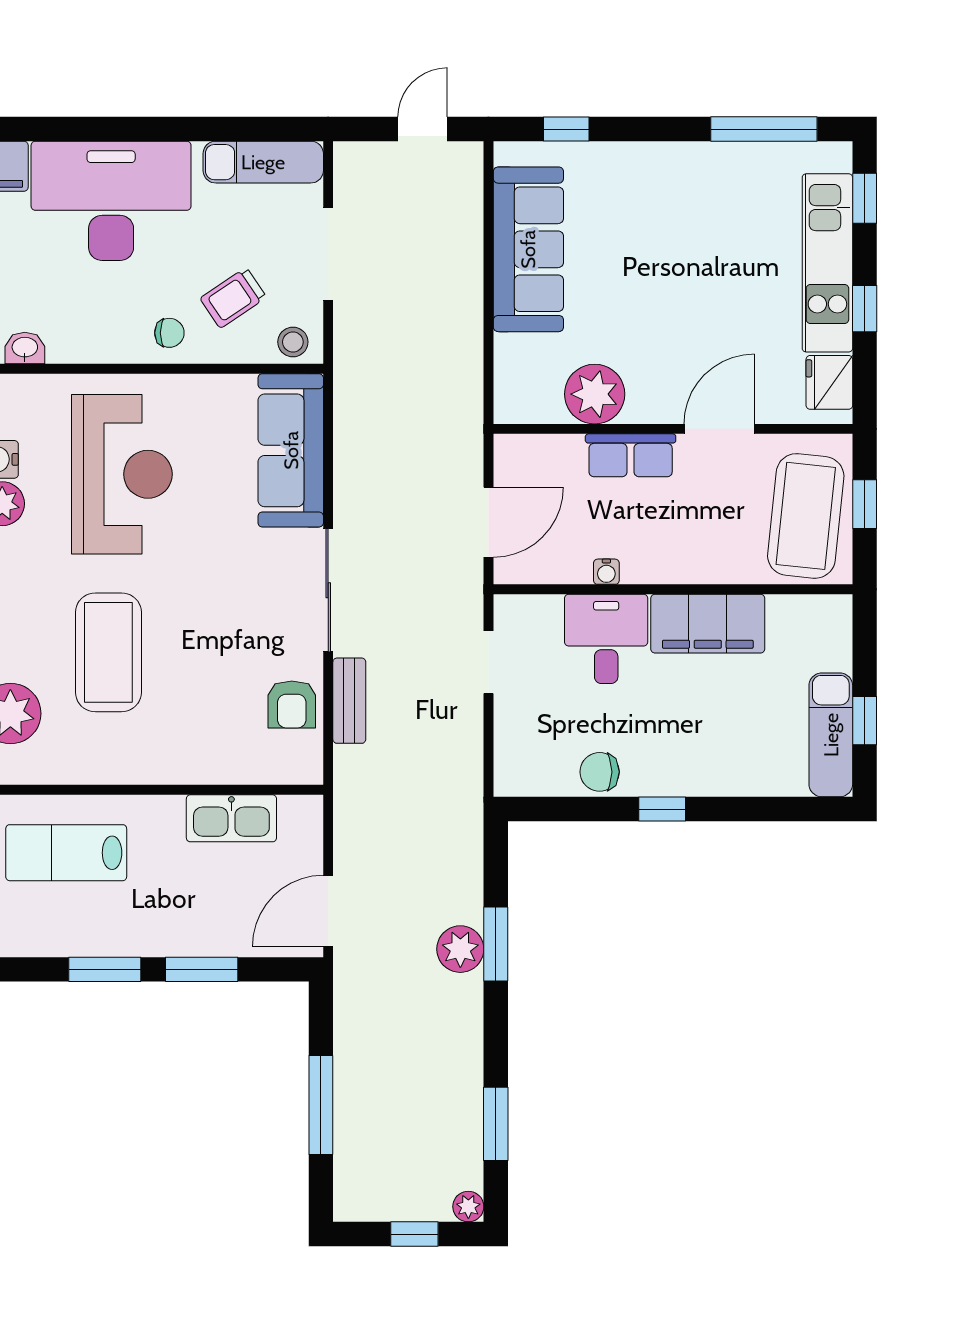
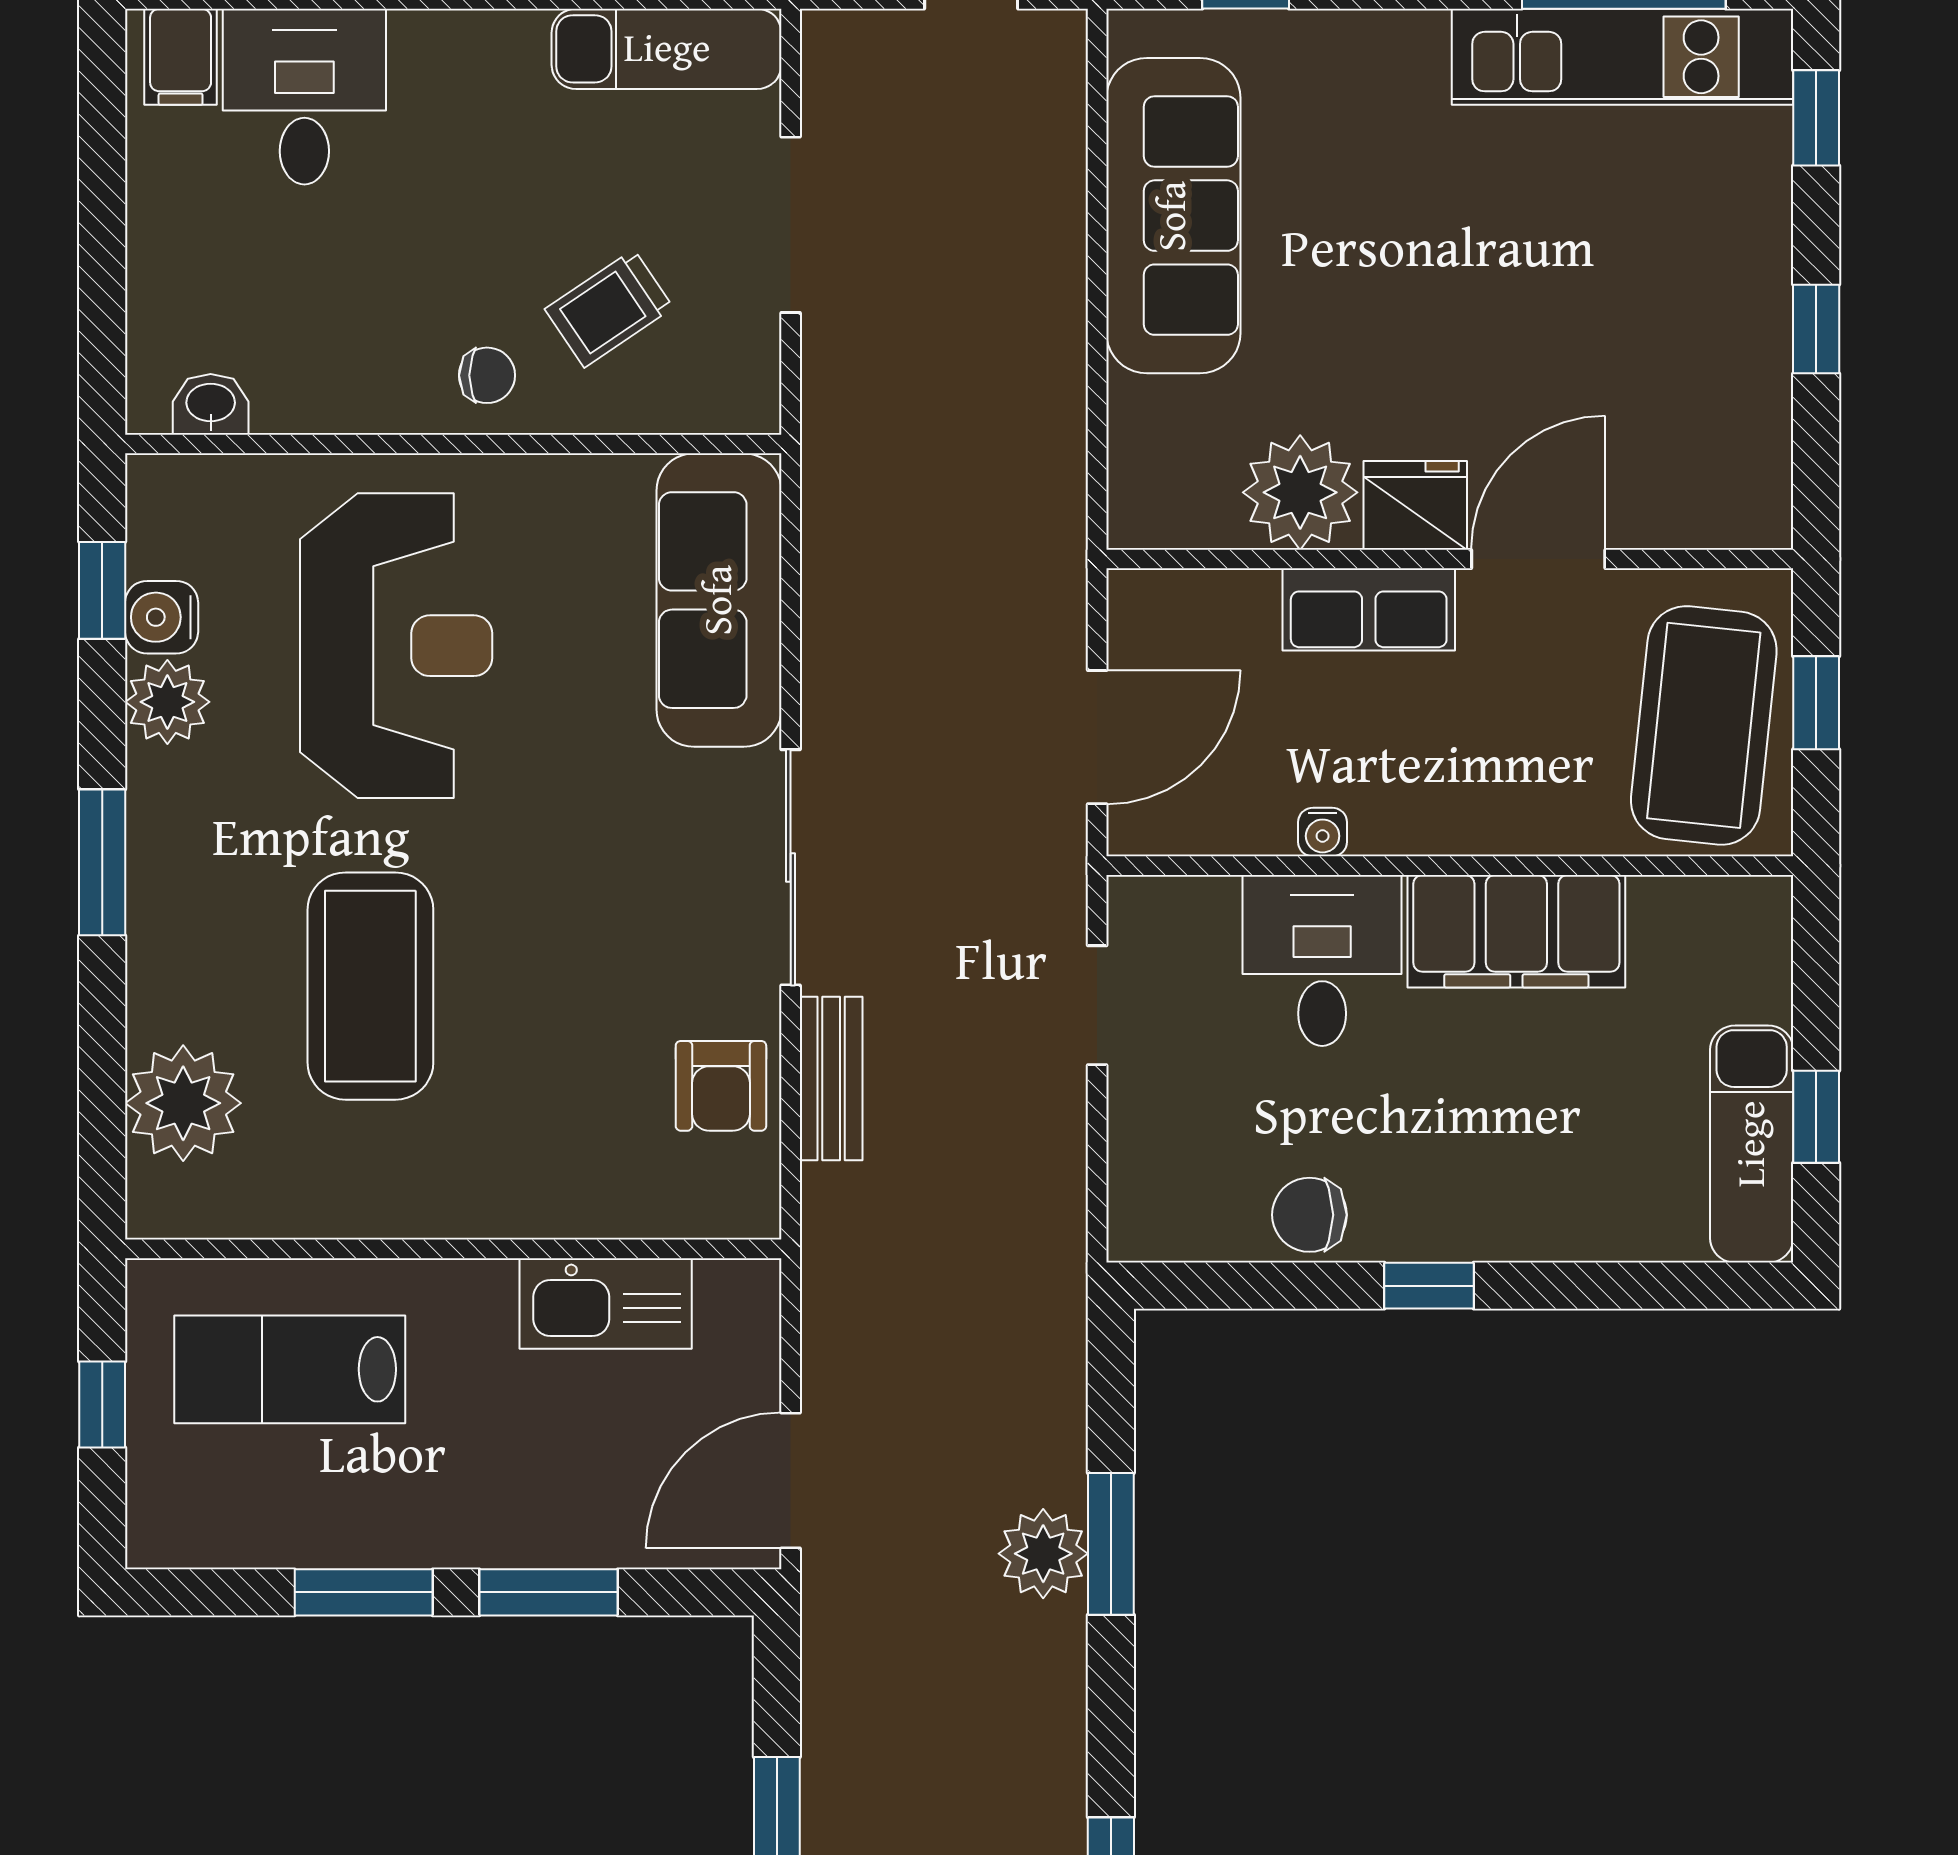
desk: (111, 201) -> (304, 97), width x0.53, depth x0.77
kitchen unit: (827, 263) -> (1623, 57), moved, turned -90
stool: (293, 342) -> (723, 393), removed
fridge: (829, 382) -> (1415, 505), moved, turned 90

